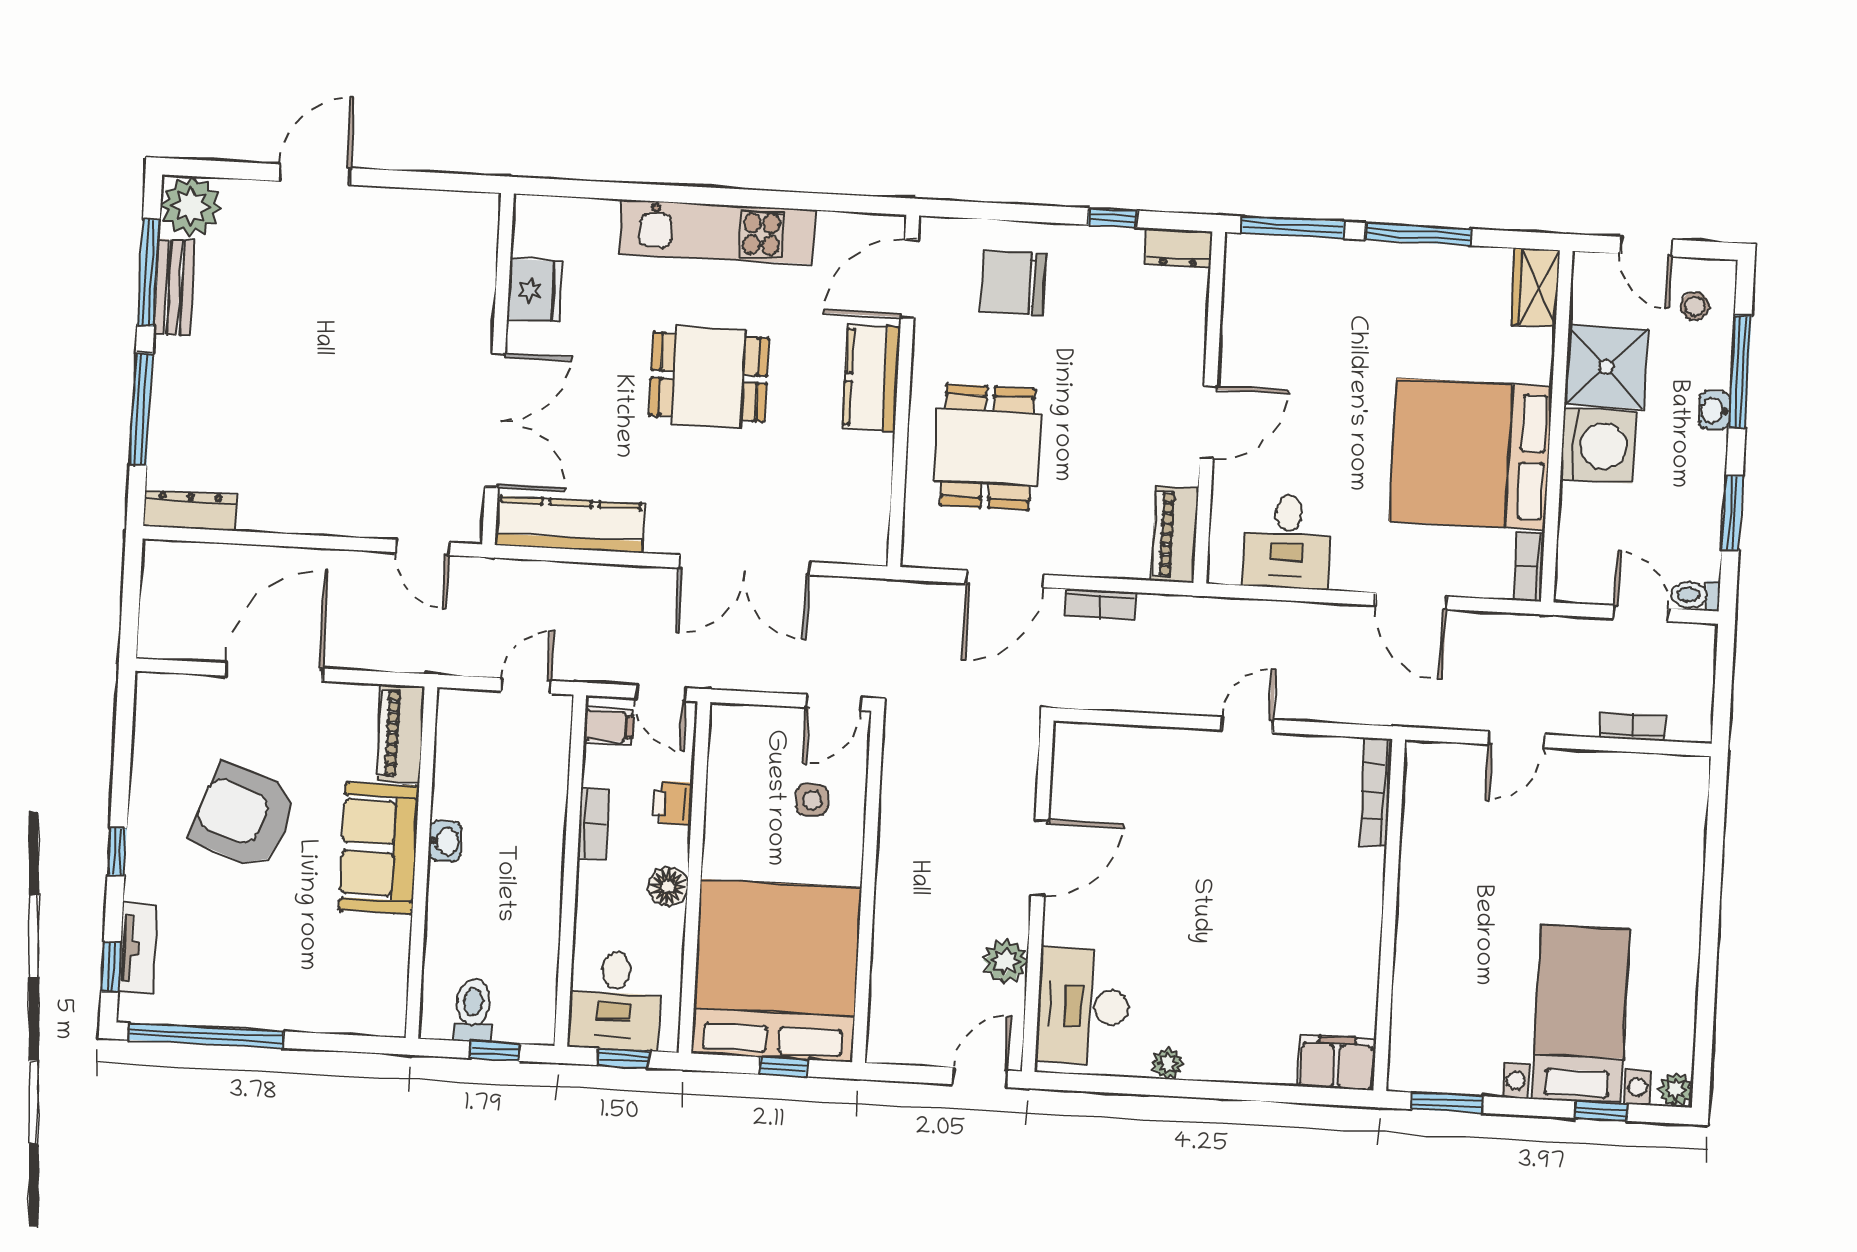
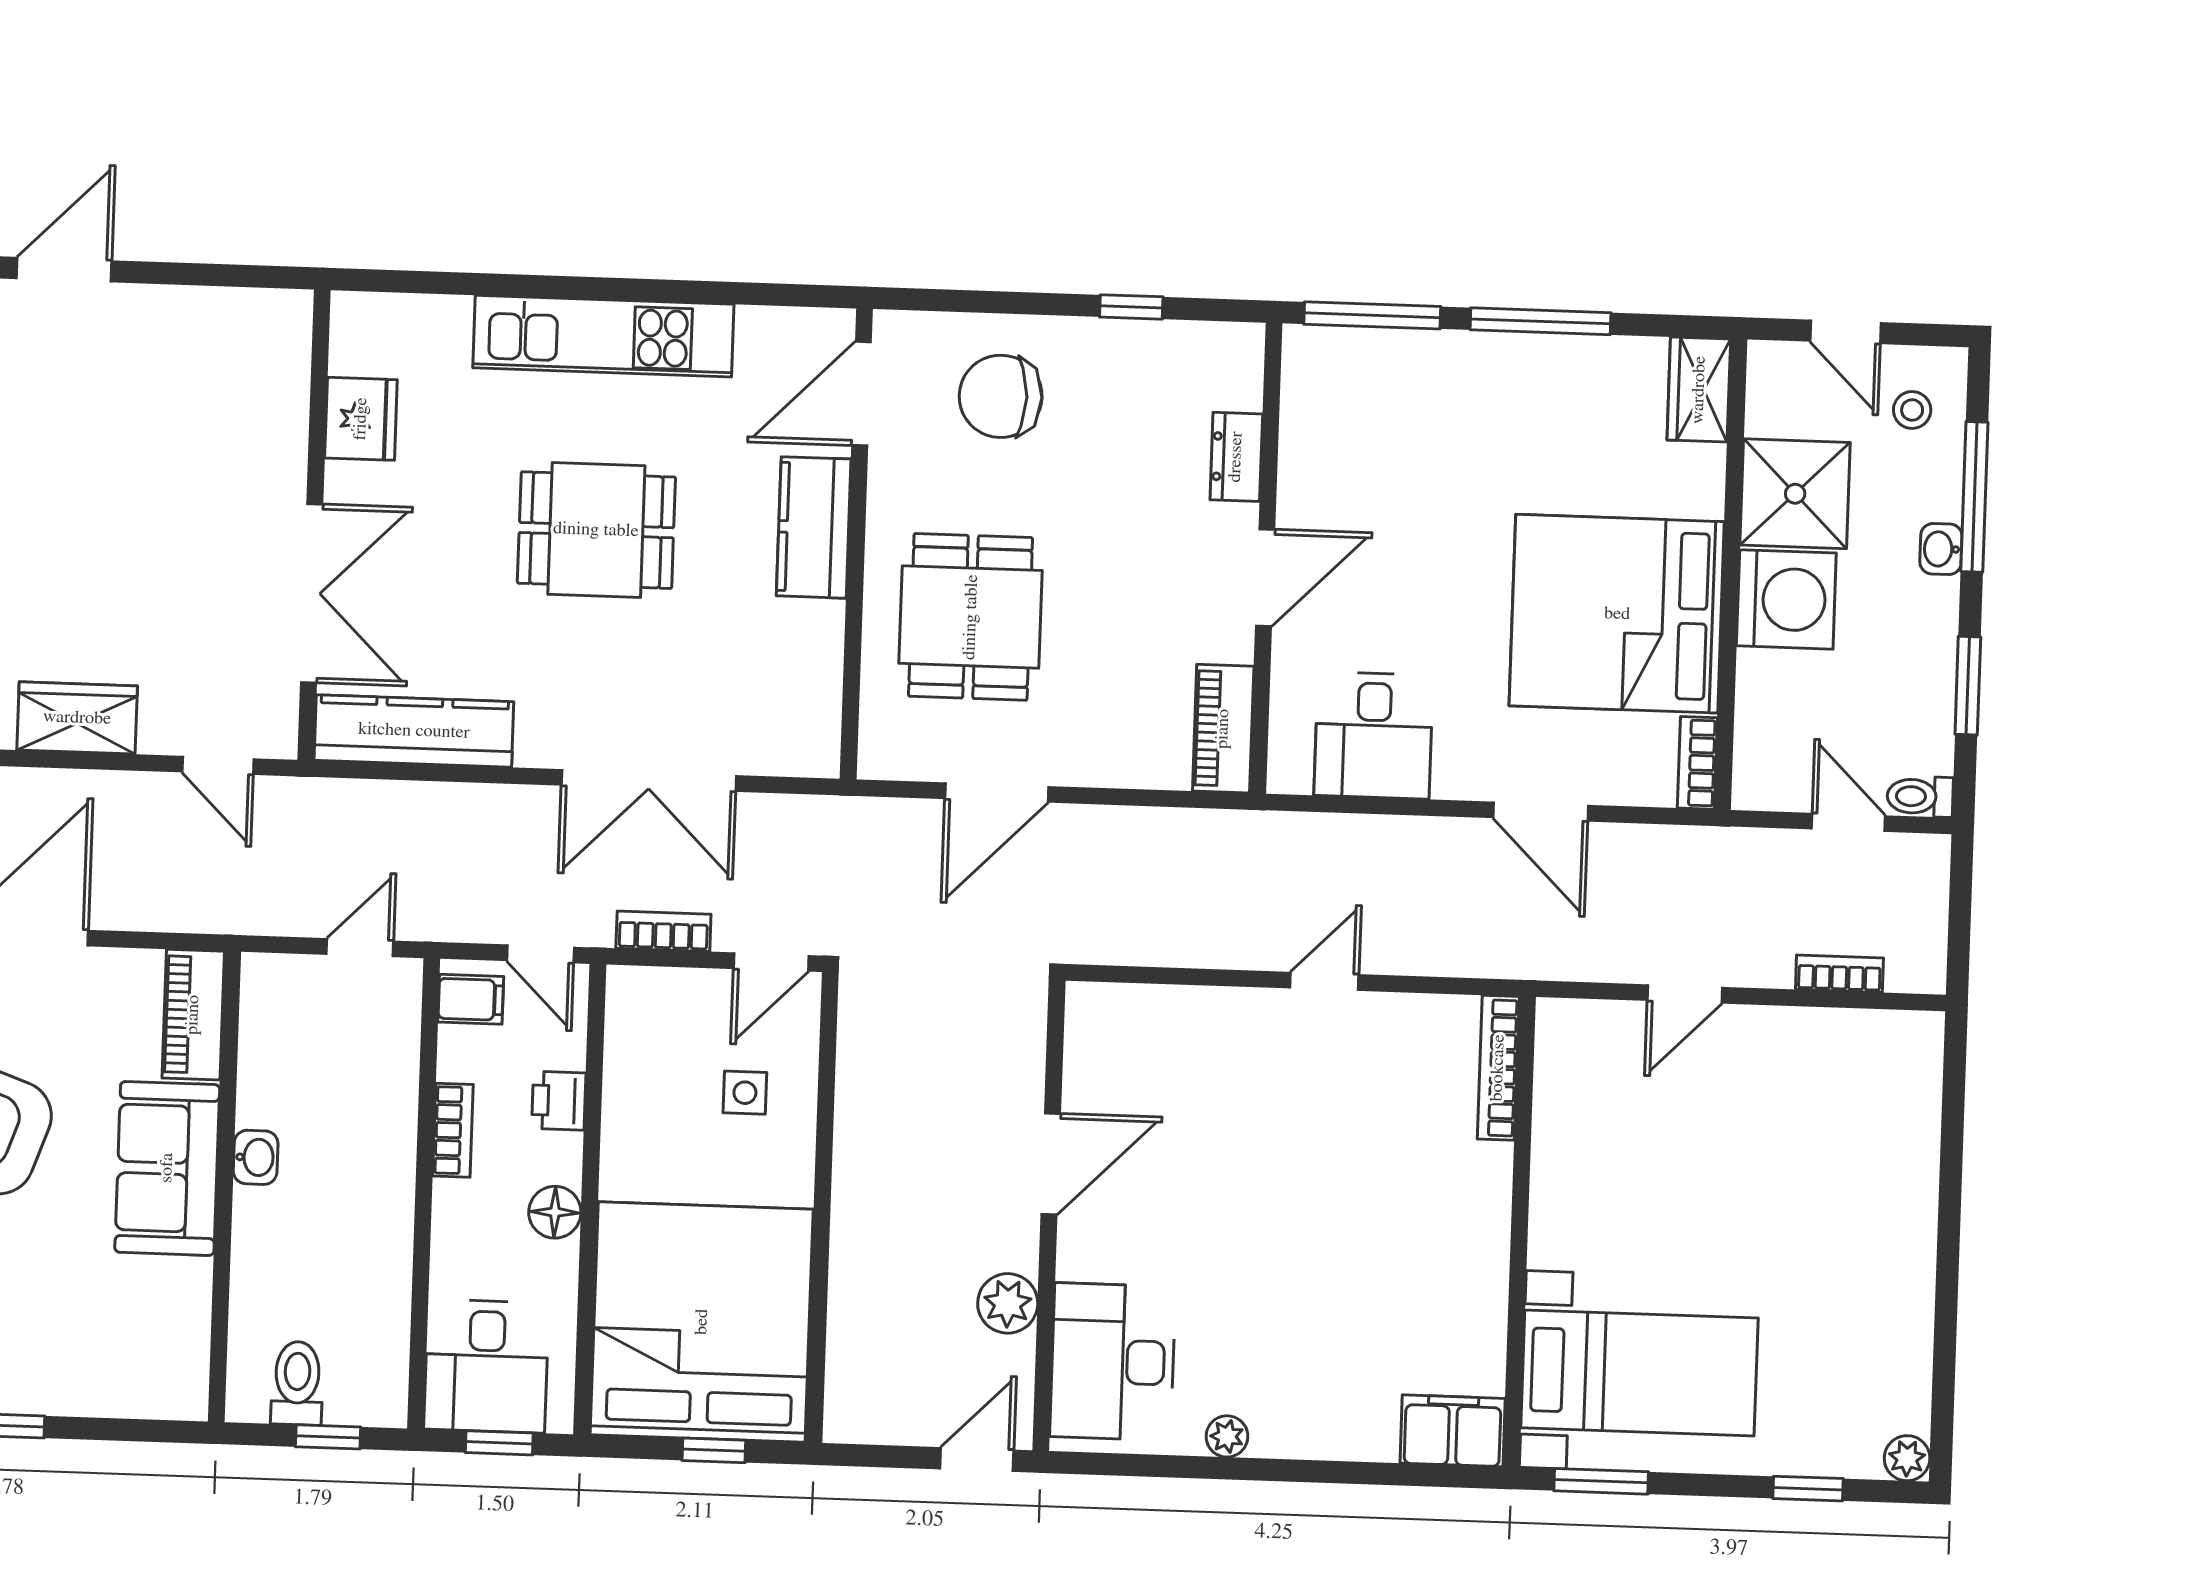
dresser: (1179, 248) -> (1236, 457), moved, turned 90
wardrobe: (318, 510) -> (77, 718), added
bookcase: (1101, 604) -> (663, 931), moved, turned 180
bed with nightstands: (1580, 1014) -> (1639, 1373), moved, turned 90

